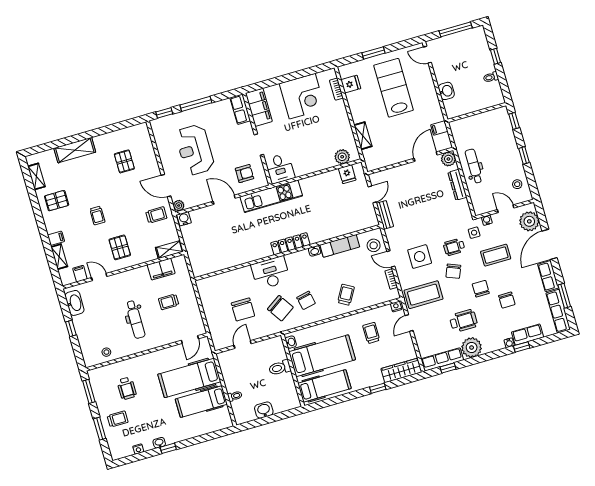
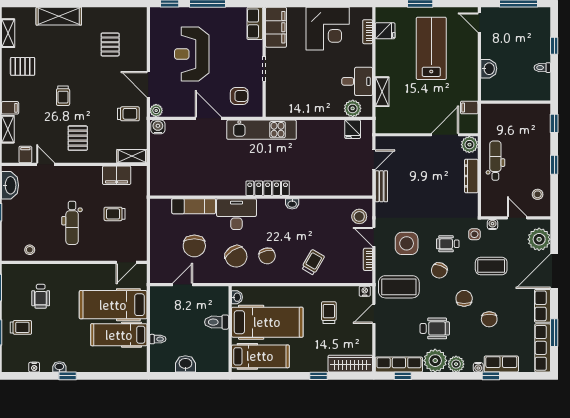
desk: (280, 169) -> (357, 81), moved, turned -90
exam couch: (340, 246) -> (194, 206), moved
plant: (490, 345) -> (456, 364), added

